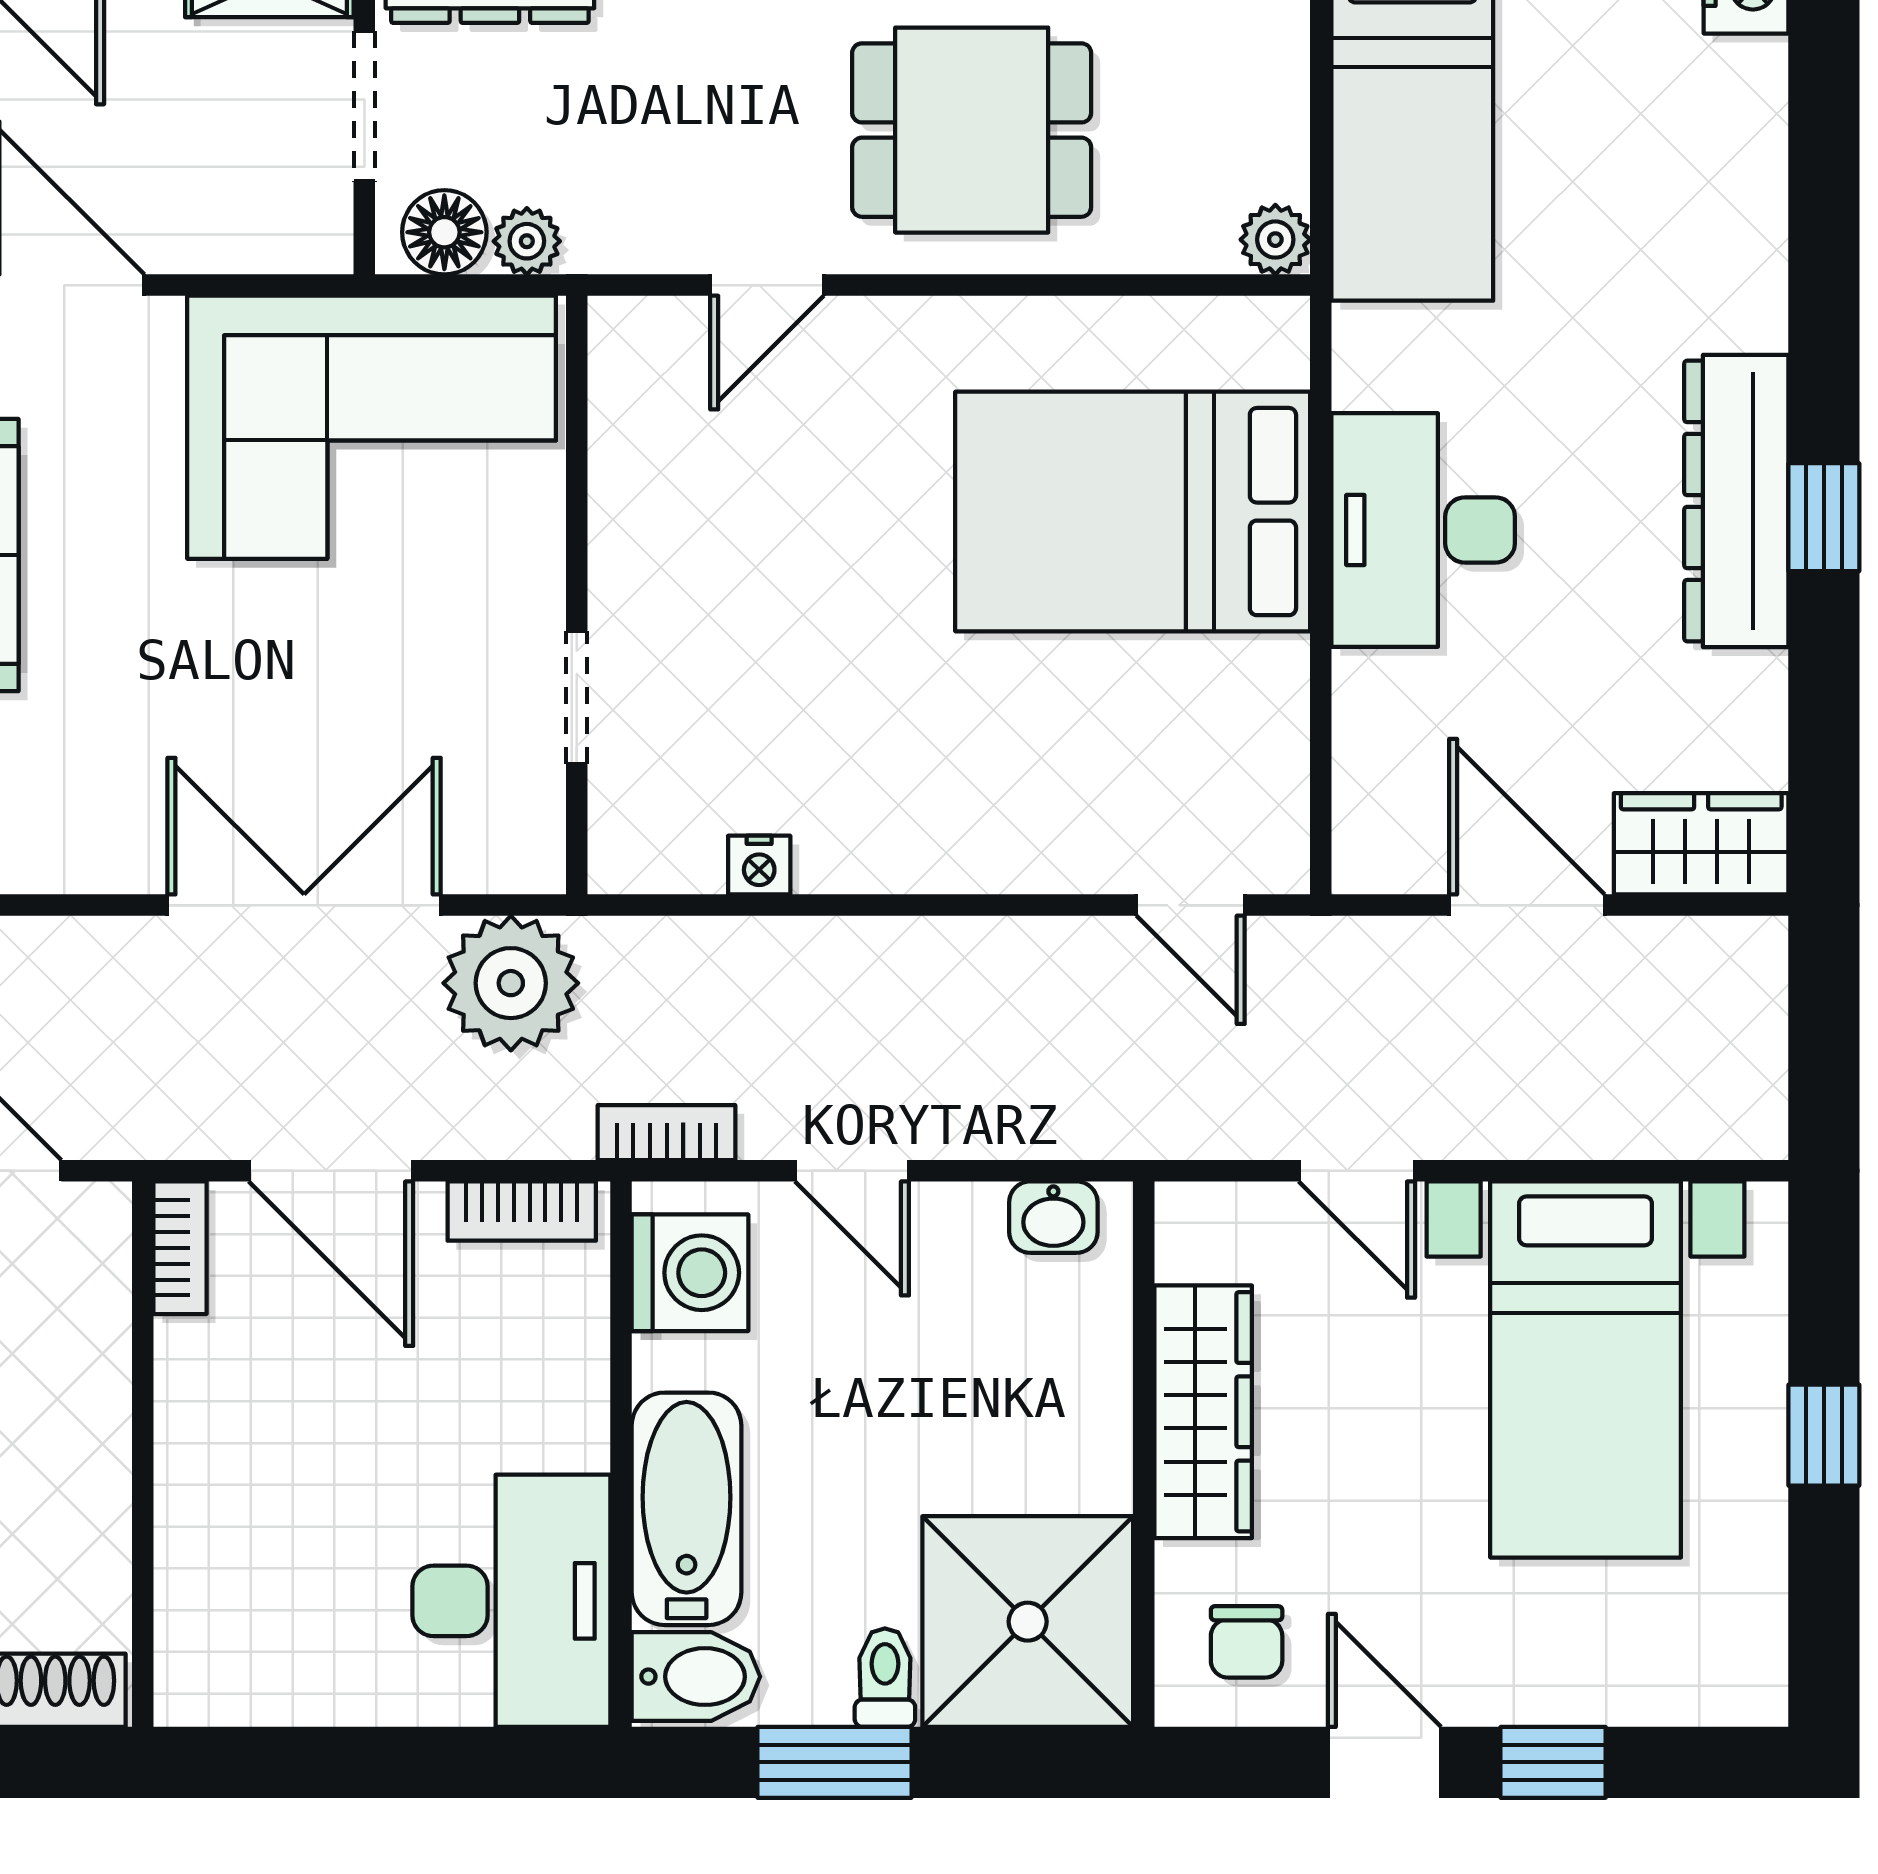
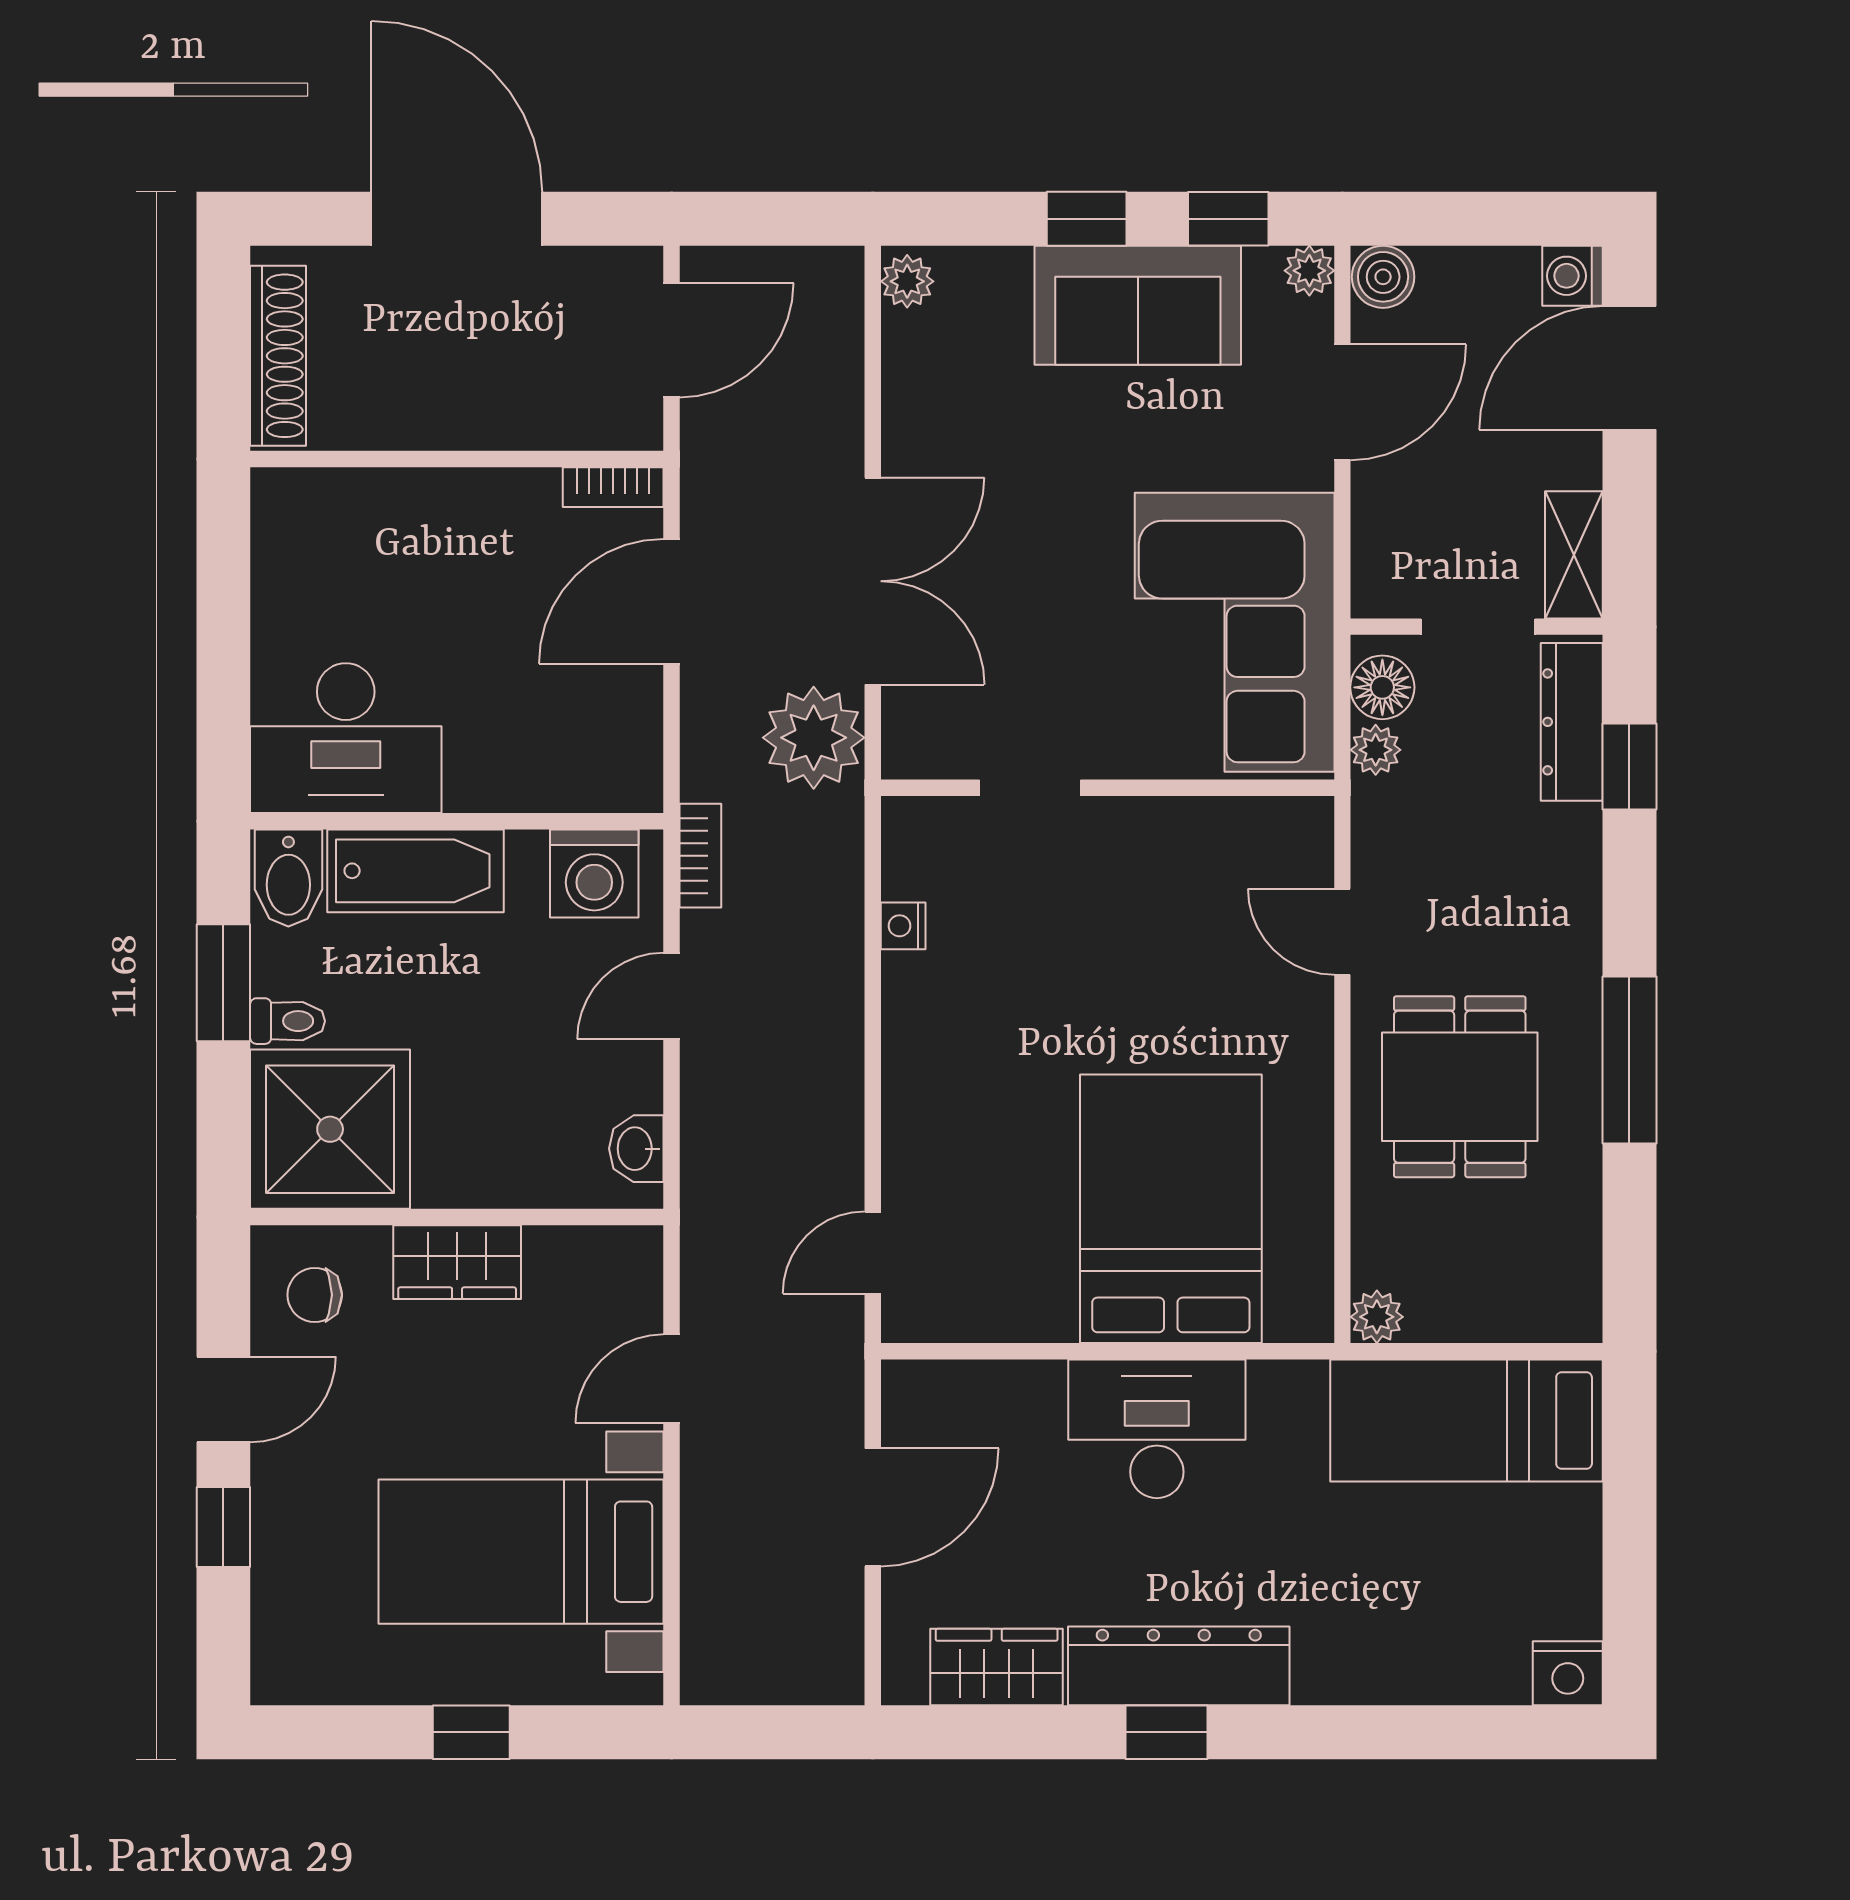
wardrobe: (1701, 844) -> (997, 1667), moved, turned -90
bookcase: (522, 1211) -> (641, 746), removed
wardrobe: (1203, 1412) -> (457, 1262), width x0.67

